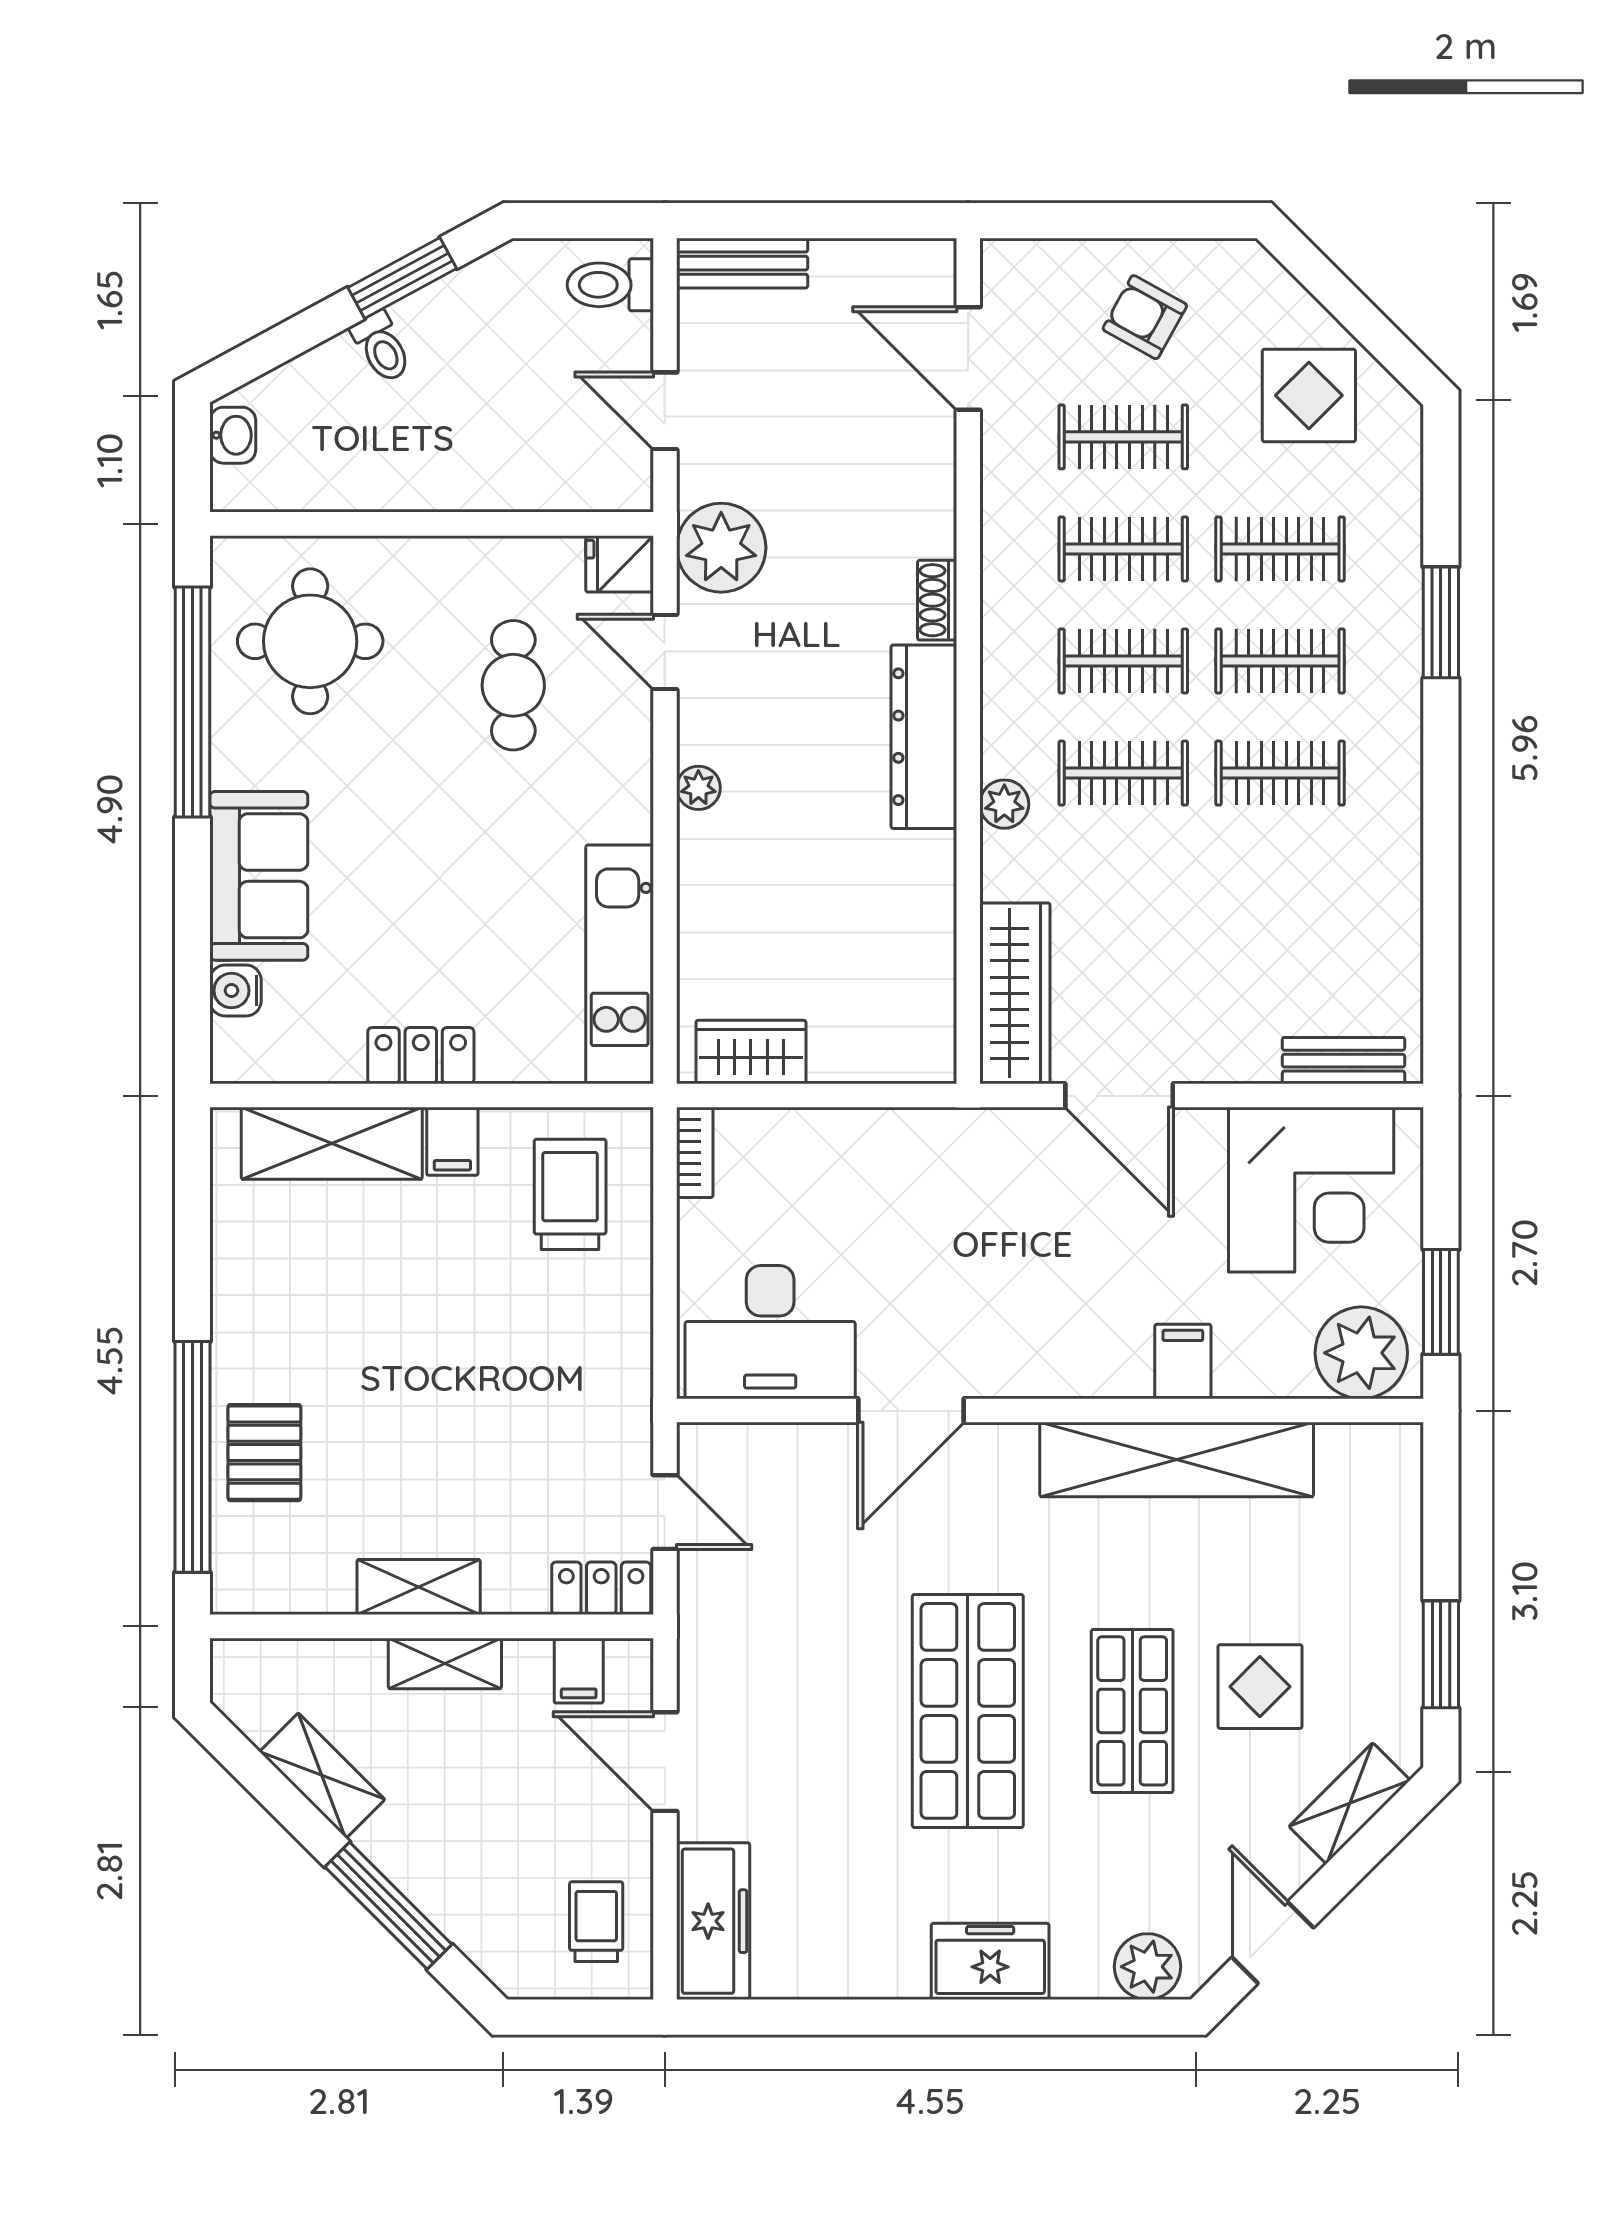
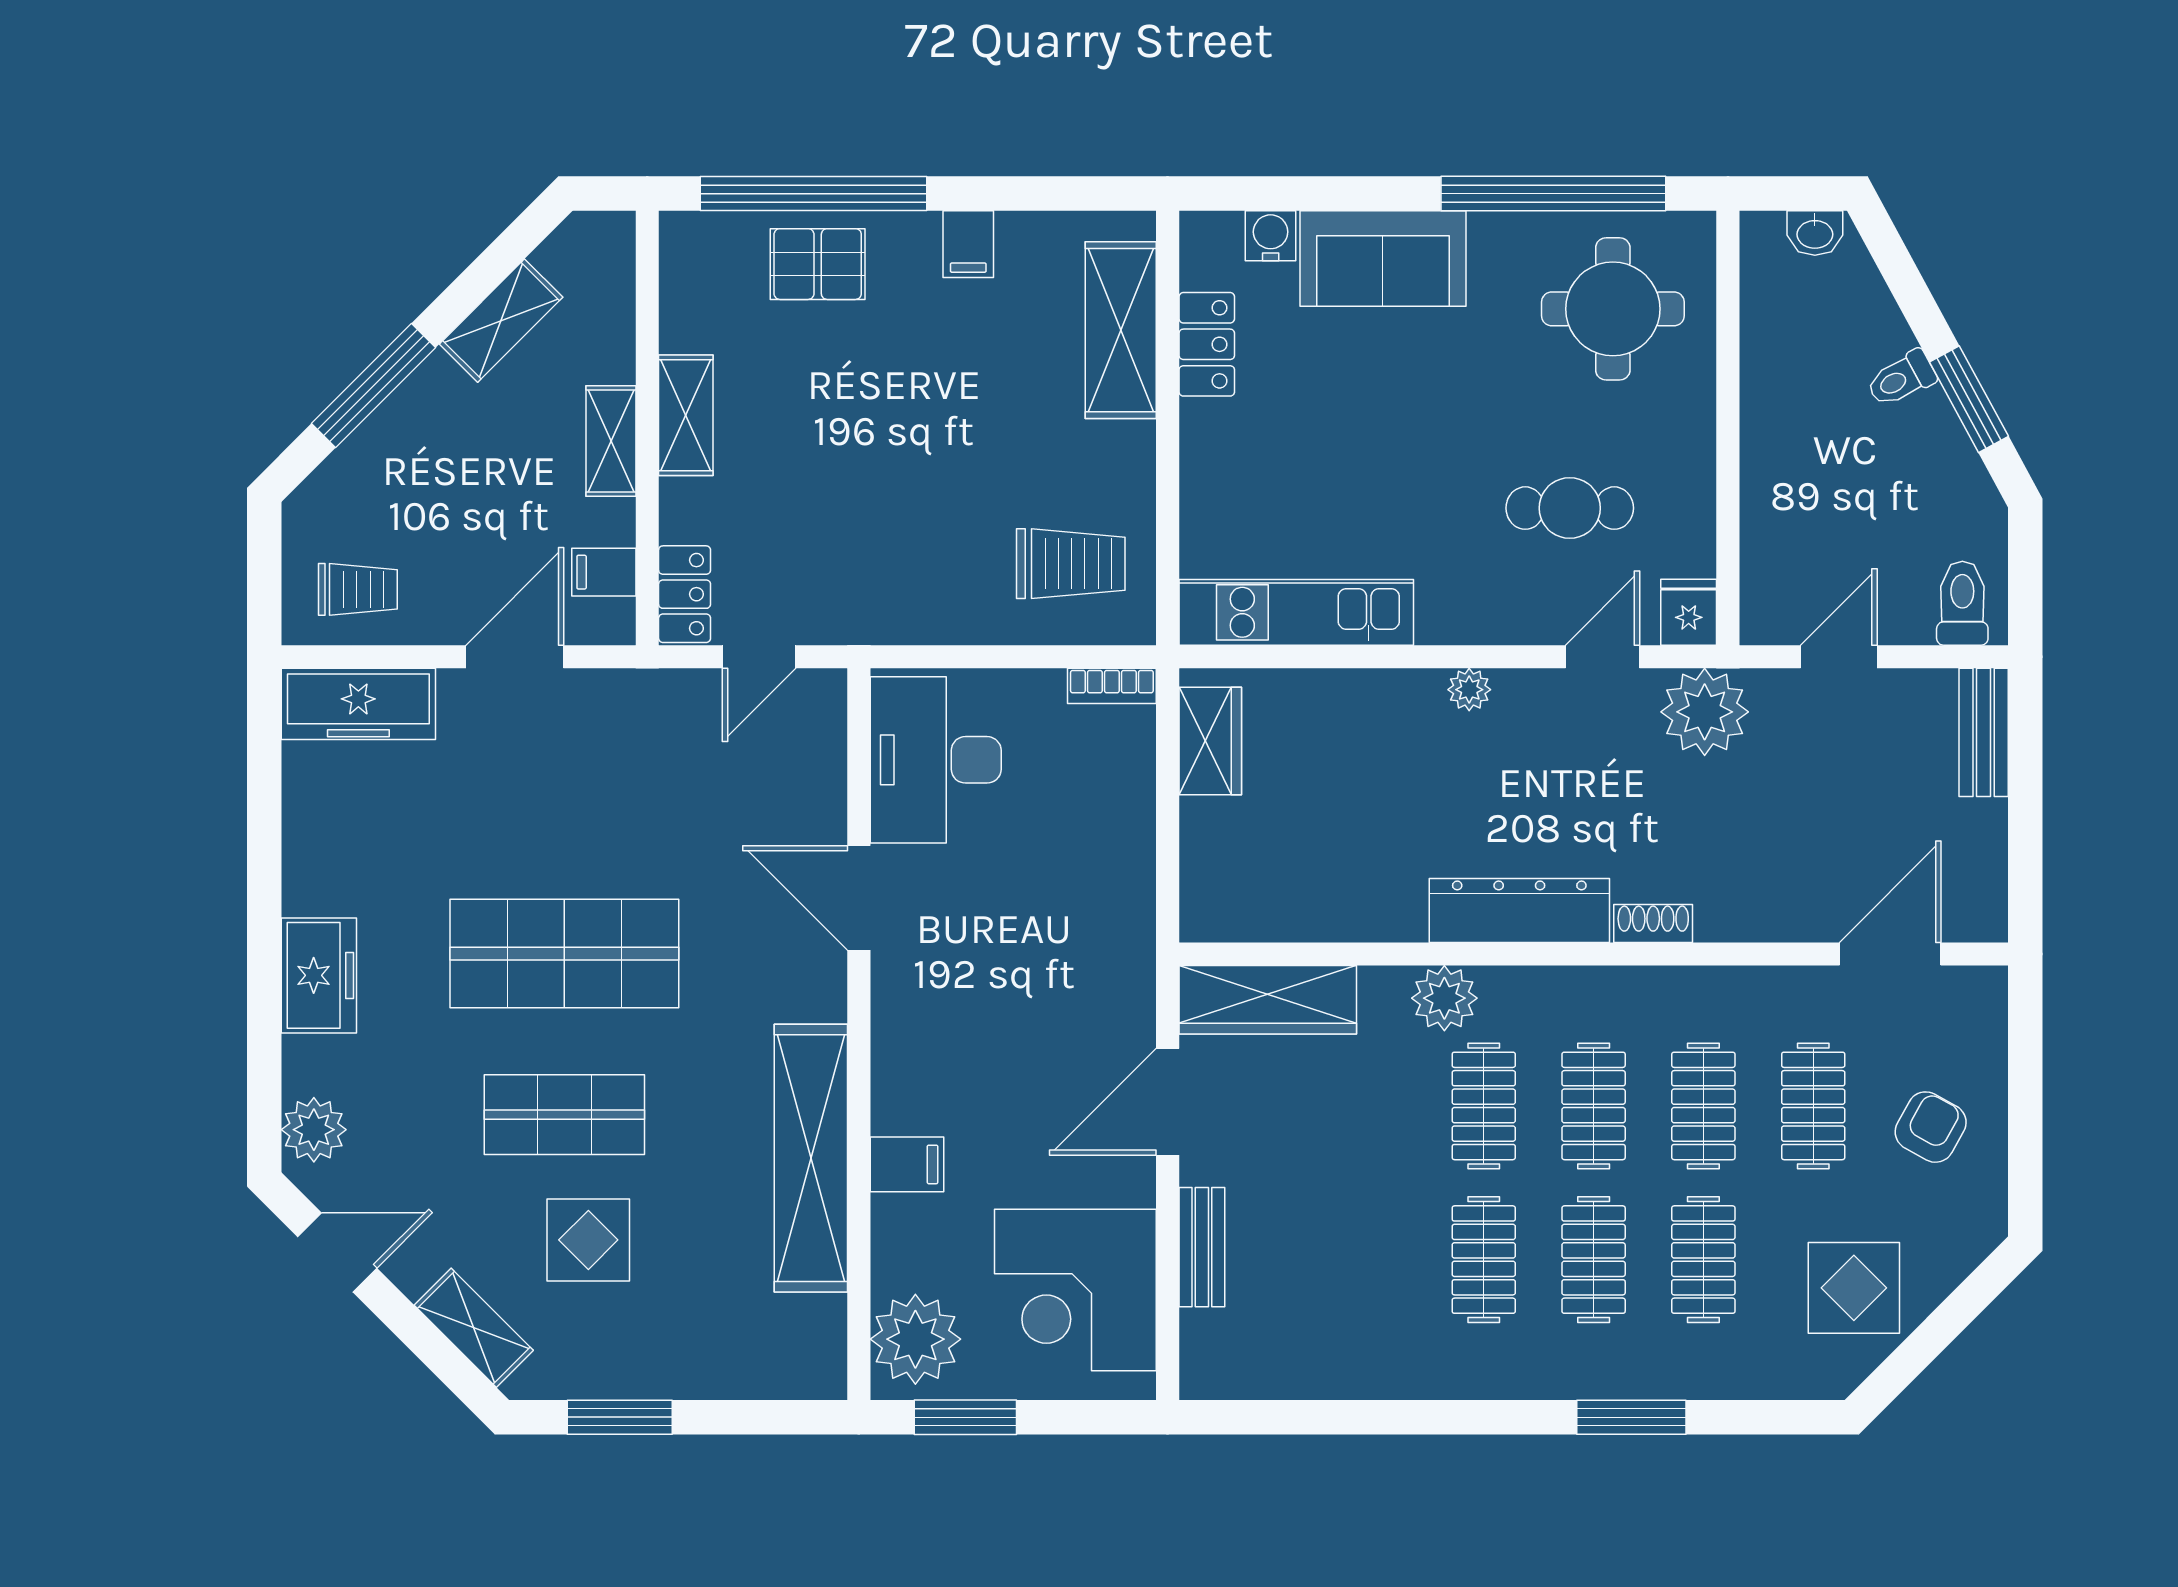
plant: (1004, 804) -> (1444, 998), width x1.38, depth x1.38
locker: (421, 1056) -> (1207, 344), moved
bench: (1343, 1061) -> (1202, 1247), moved
filing cabinet: (452, 1141) -> (968, 244), moved, turned -90

